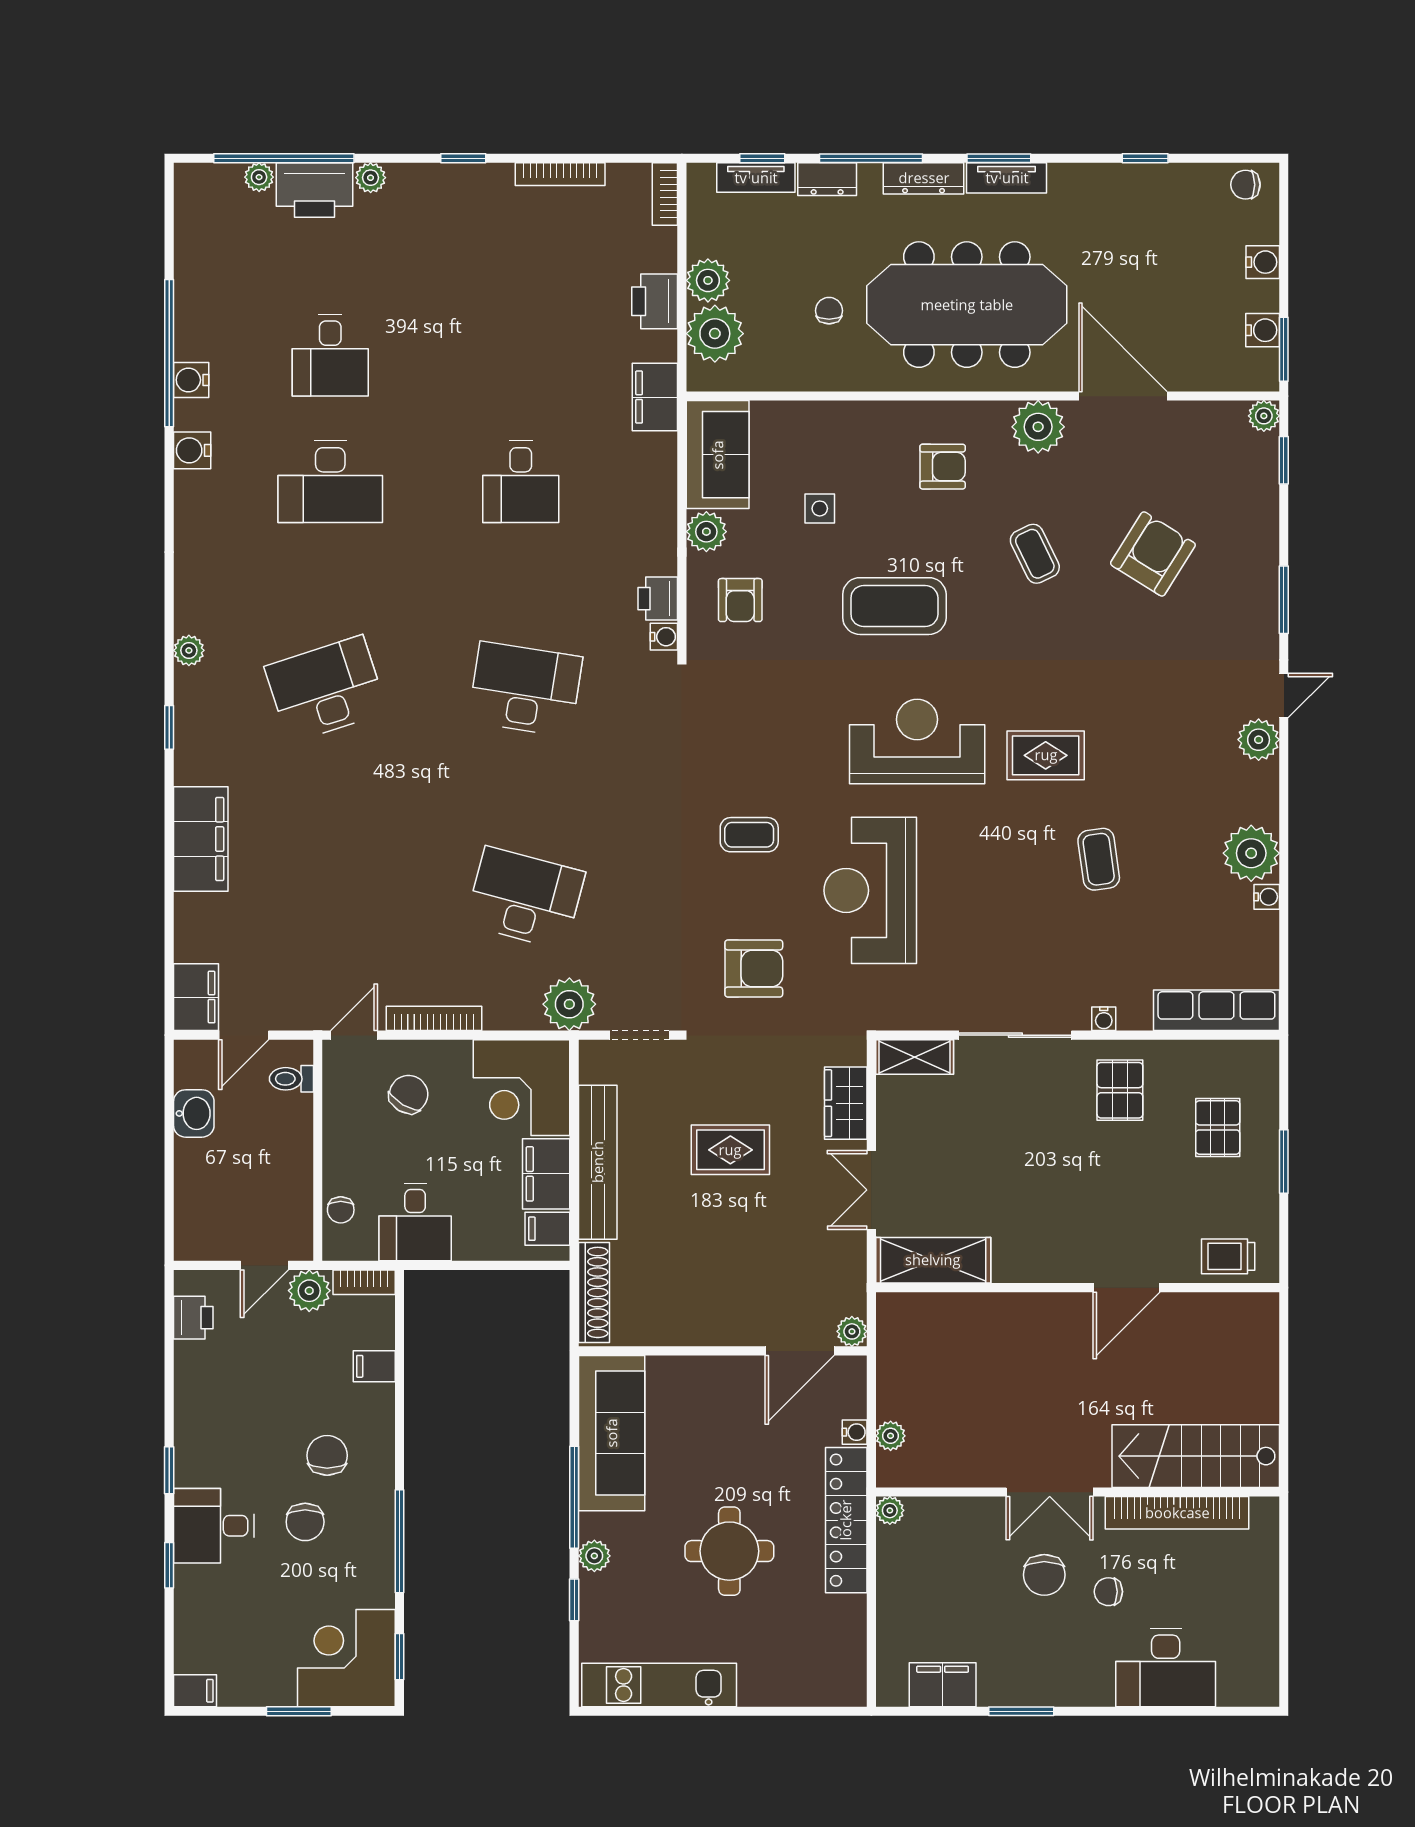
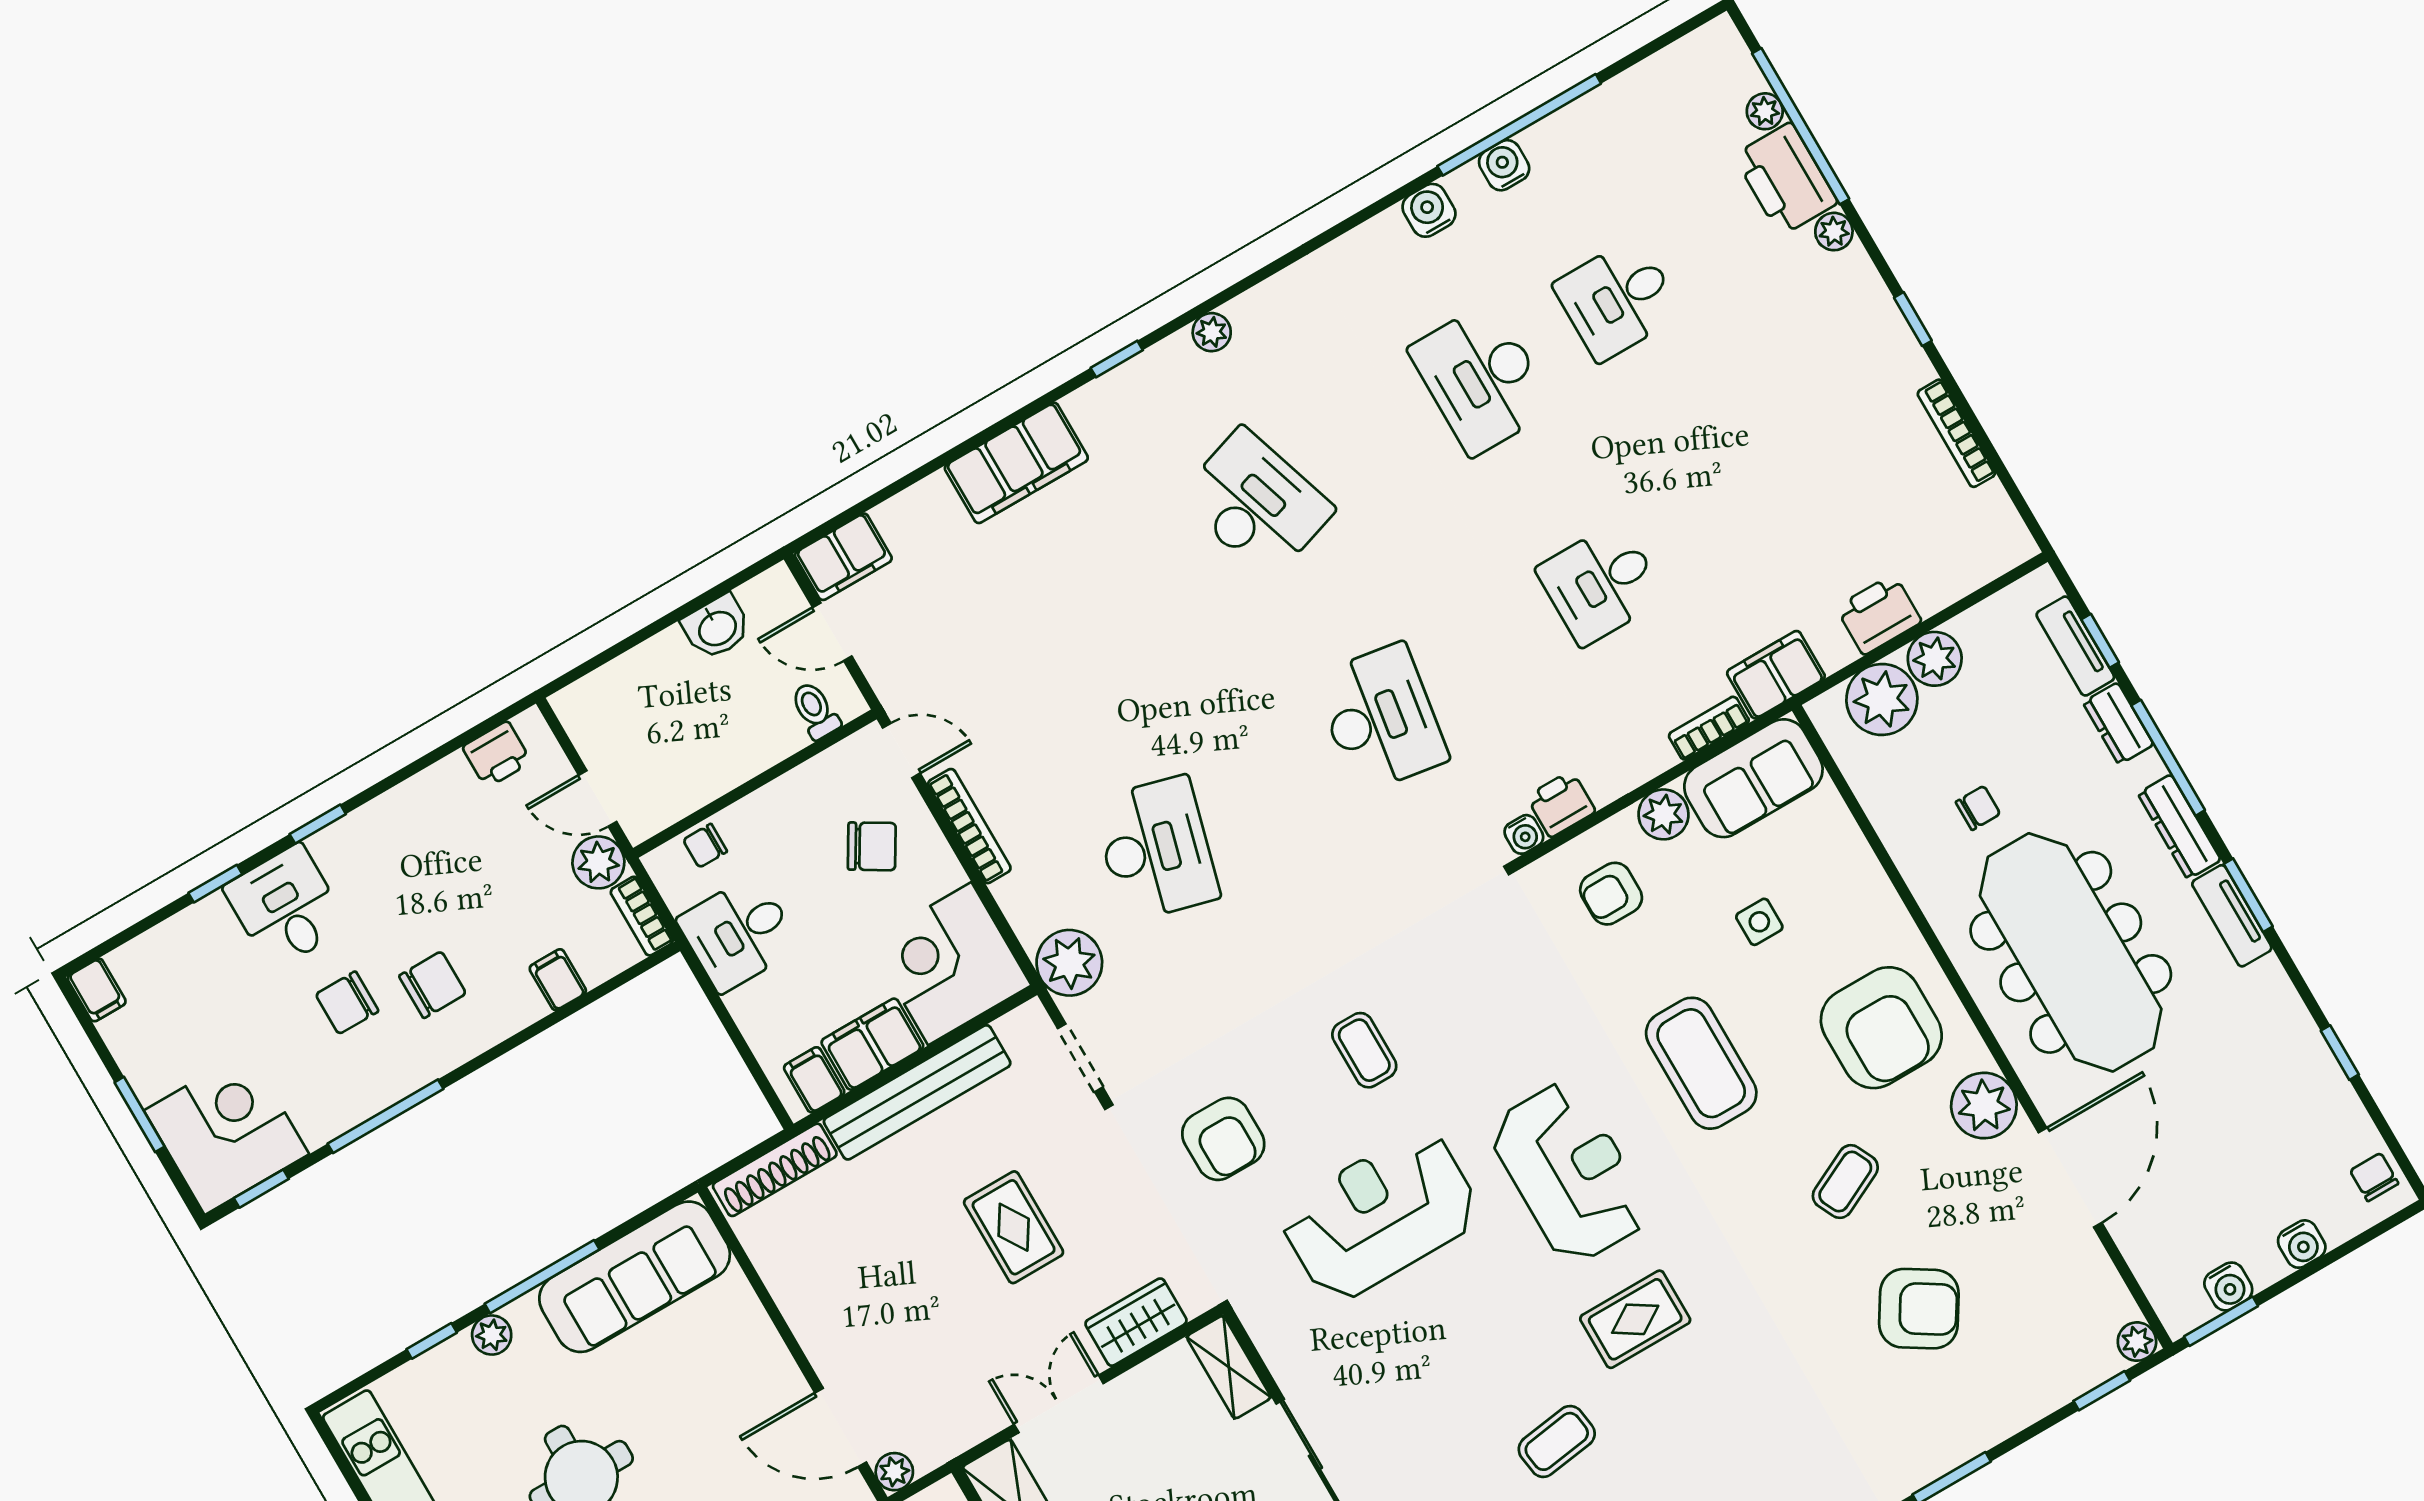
bookcase: (665, 194) -> (1709, 728), moved
armchair: (943, 467) -> (1881, 1028), width x1.88, depth x1.88
rug: (1046, 755) -> (1635, 1319), turned 90

